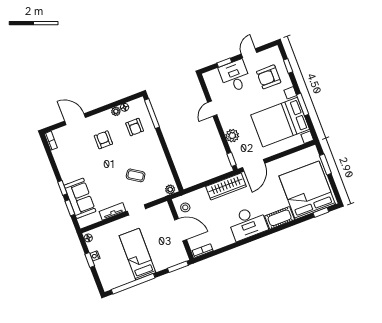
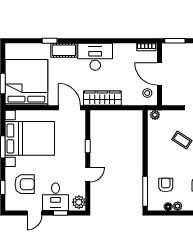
plant: (232, 136) -> (79, 202), moved
window: (232, 159) -> (88, 146), moved
door: (254, 165) -> (69, 108), hinge flipped
bed: (307, 190) -> (26, 82), moved, turned 180
window: (321, 212) -> (50, 41), moved

